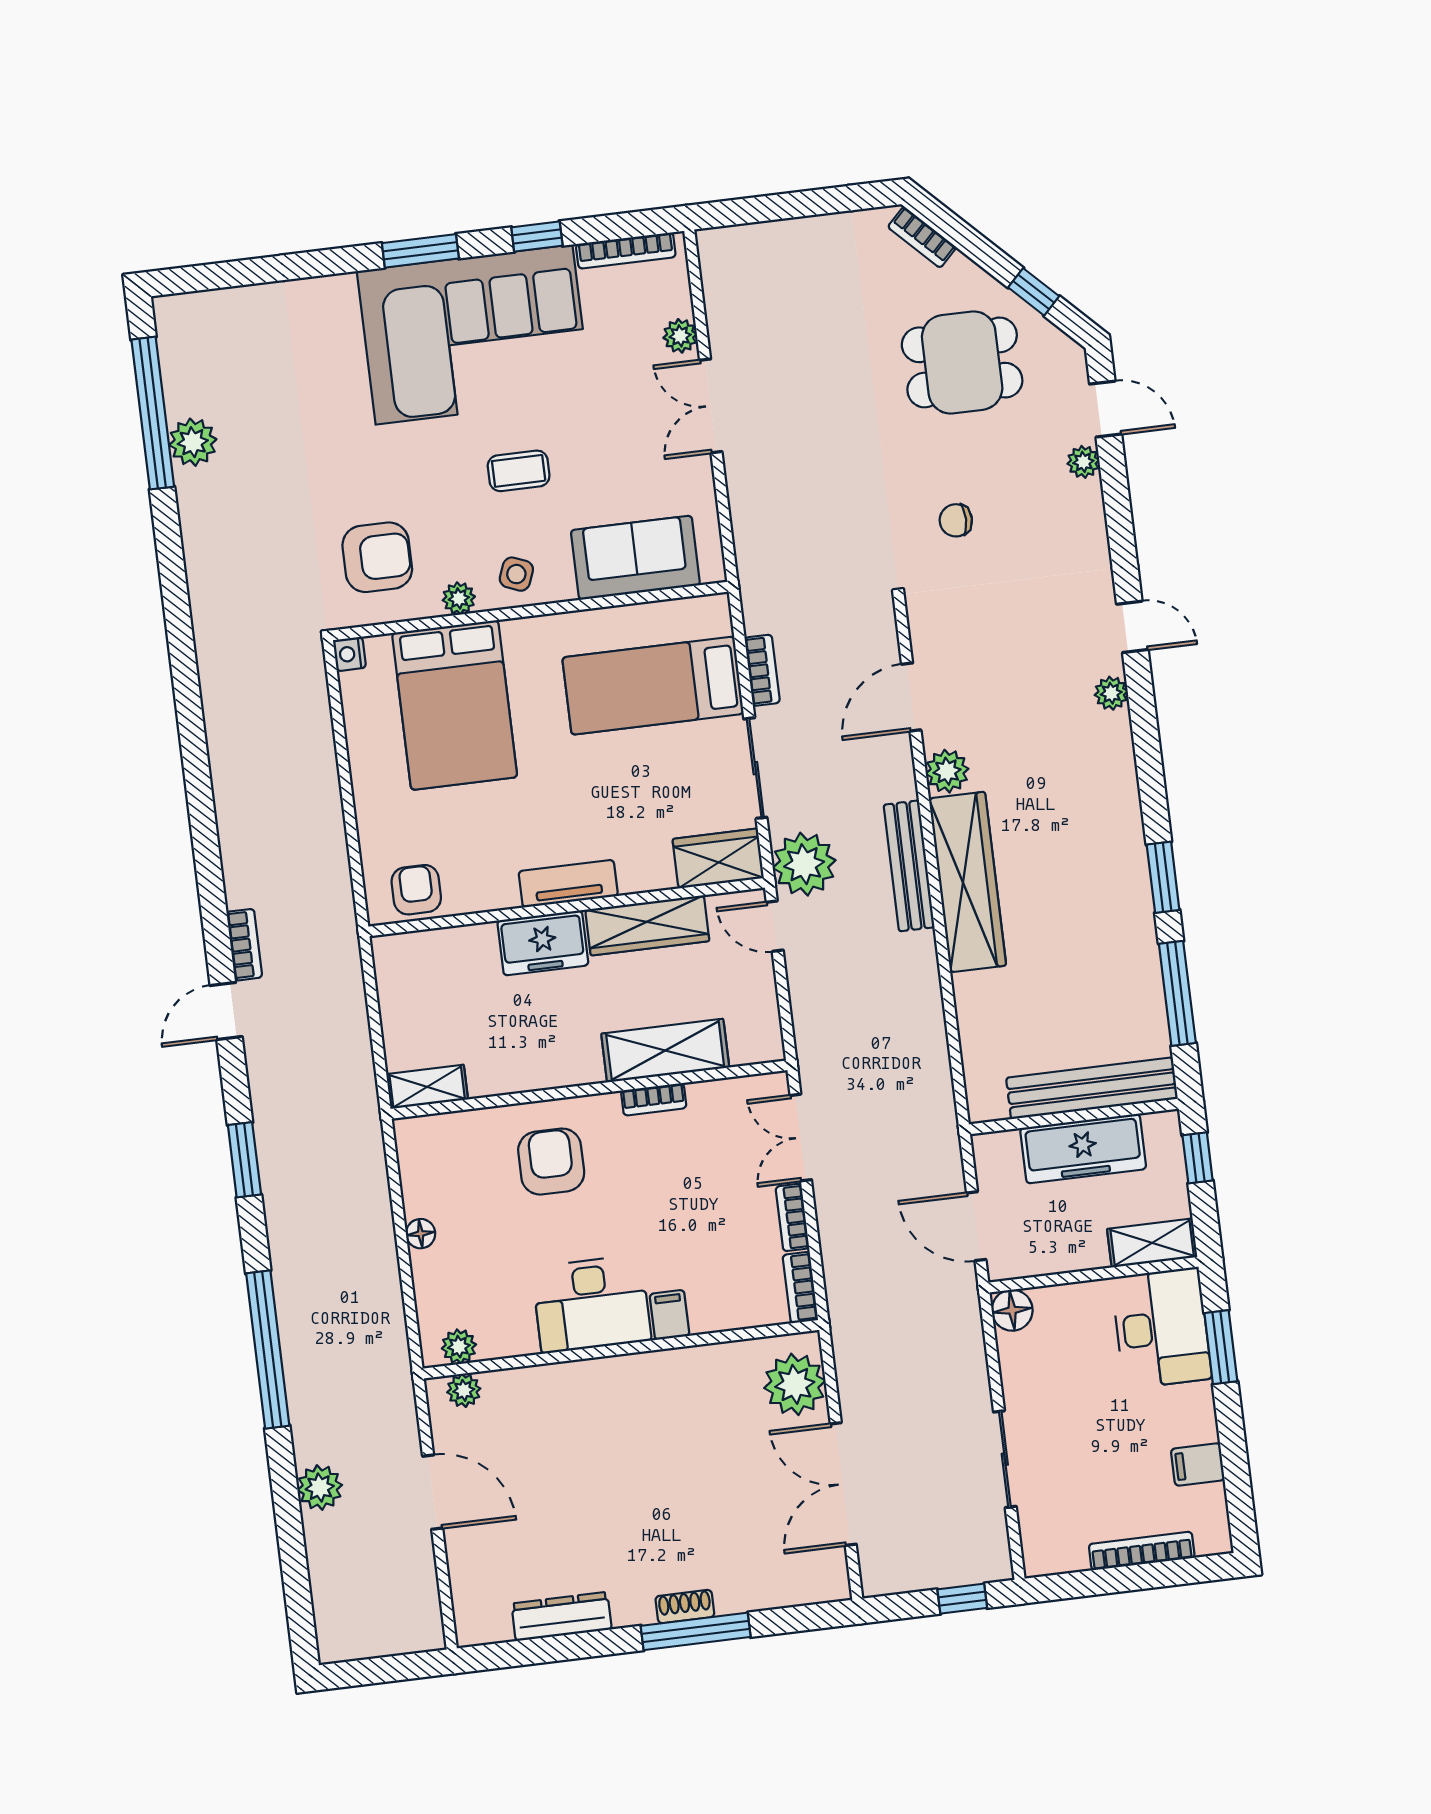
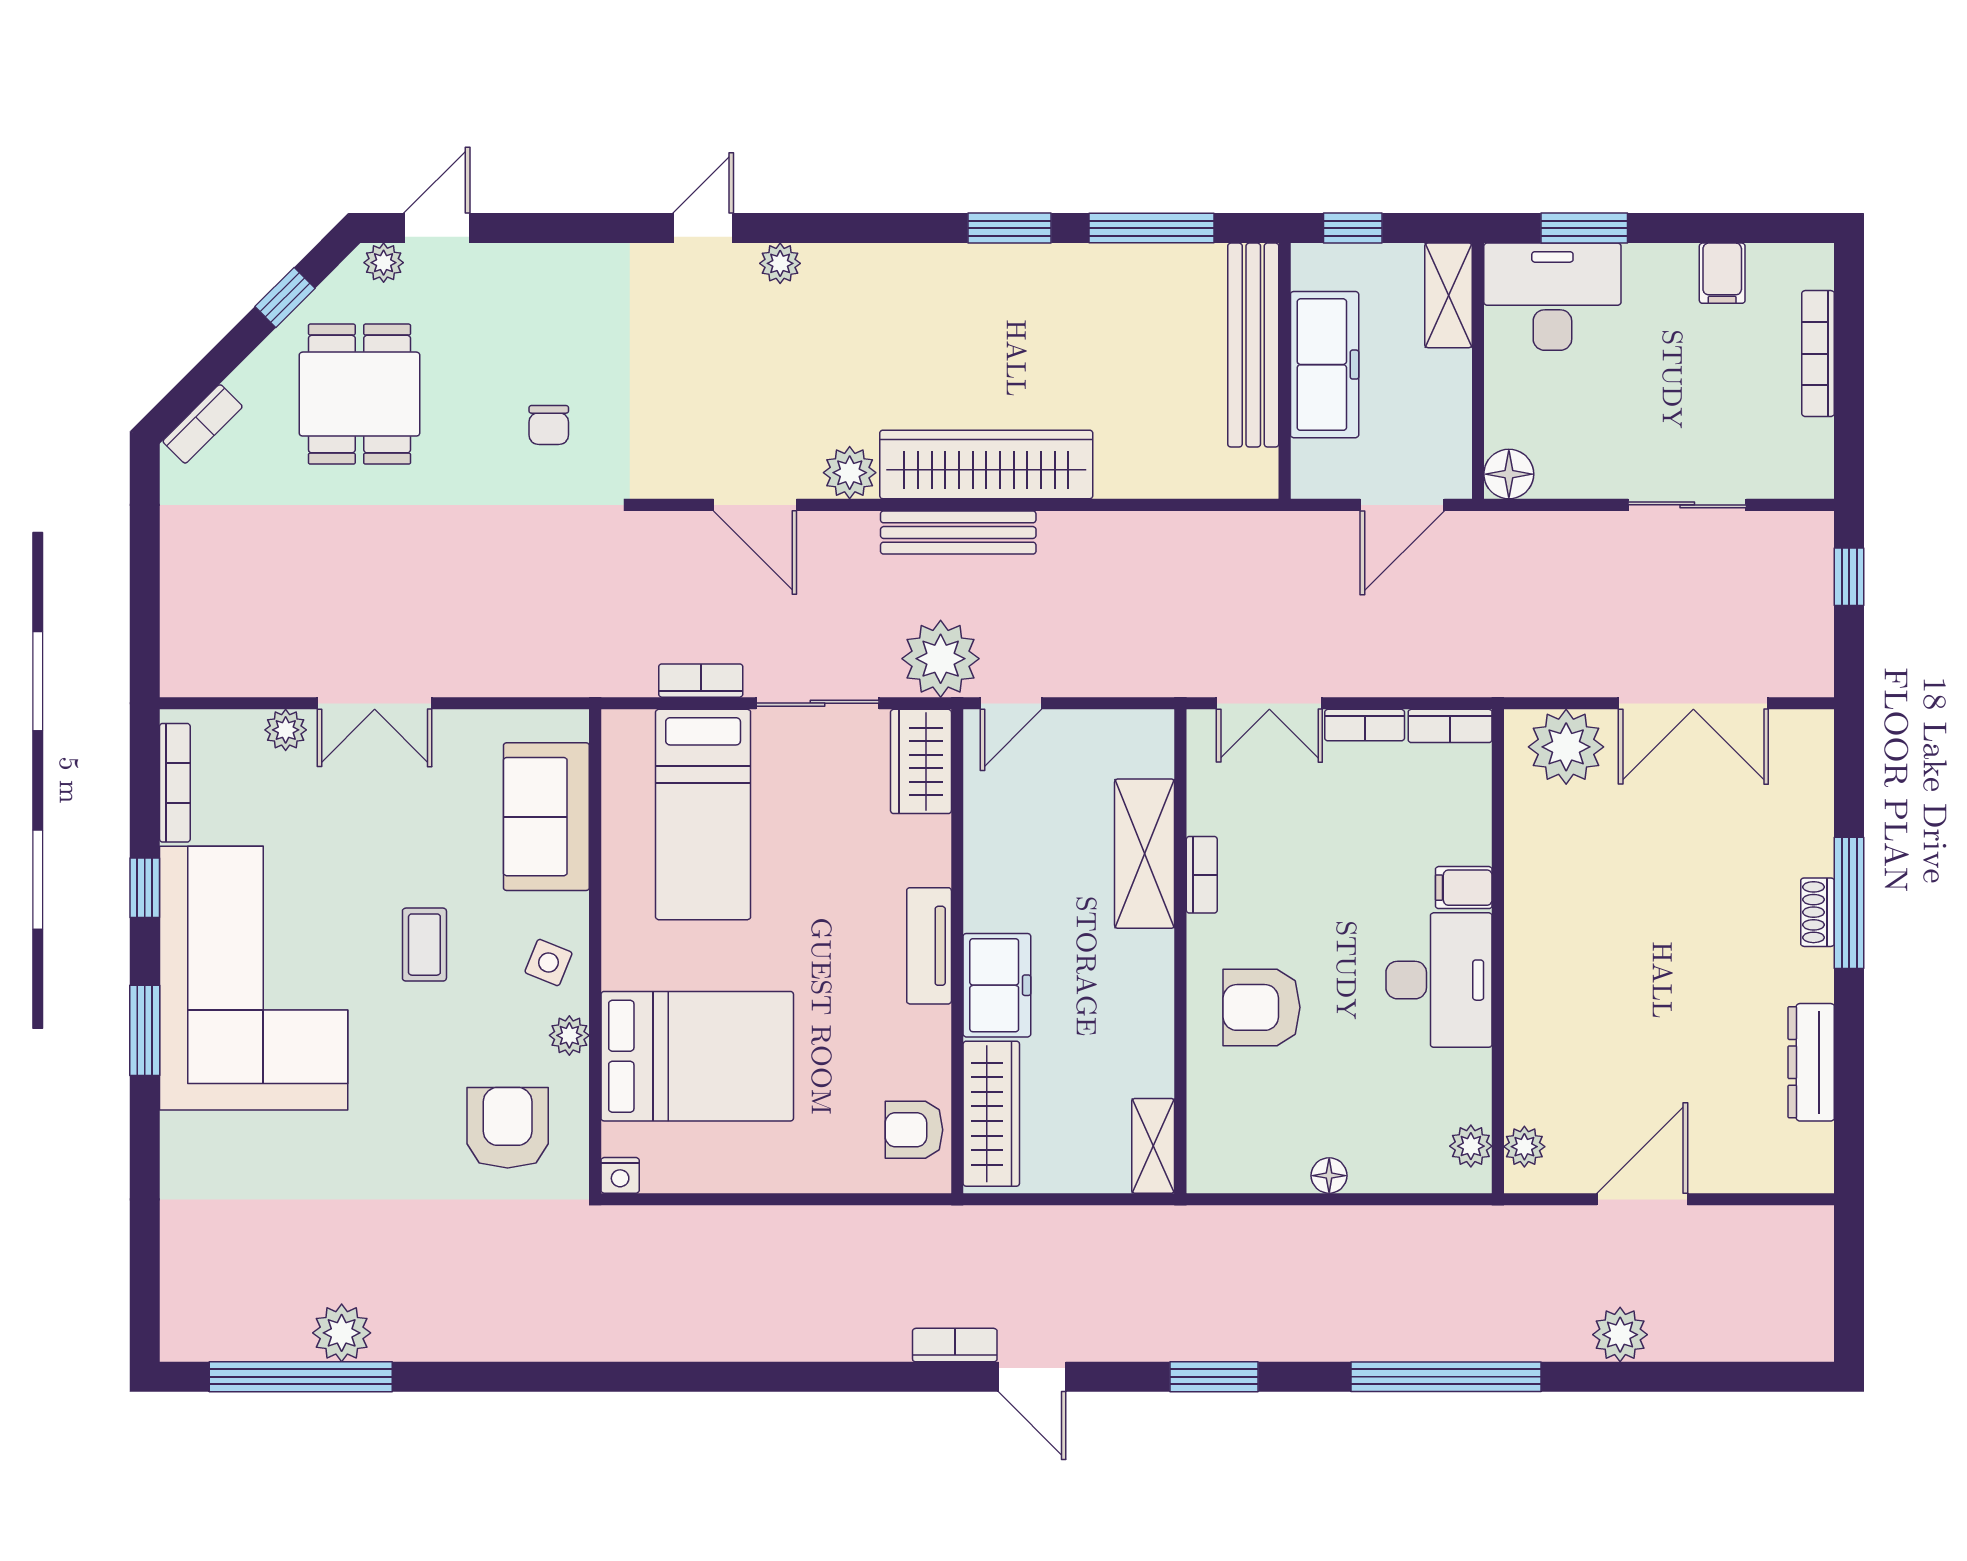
plant: (1083, 462) -> (384, 263), moved
wardrobe: (647, 925) -> (991, 1114), moved

